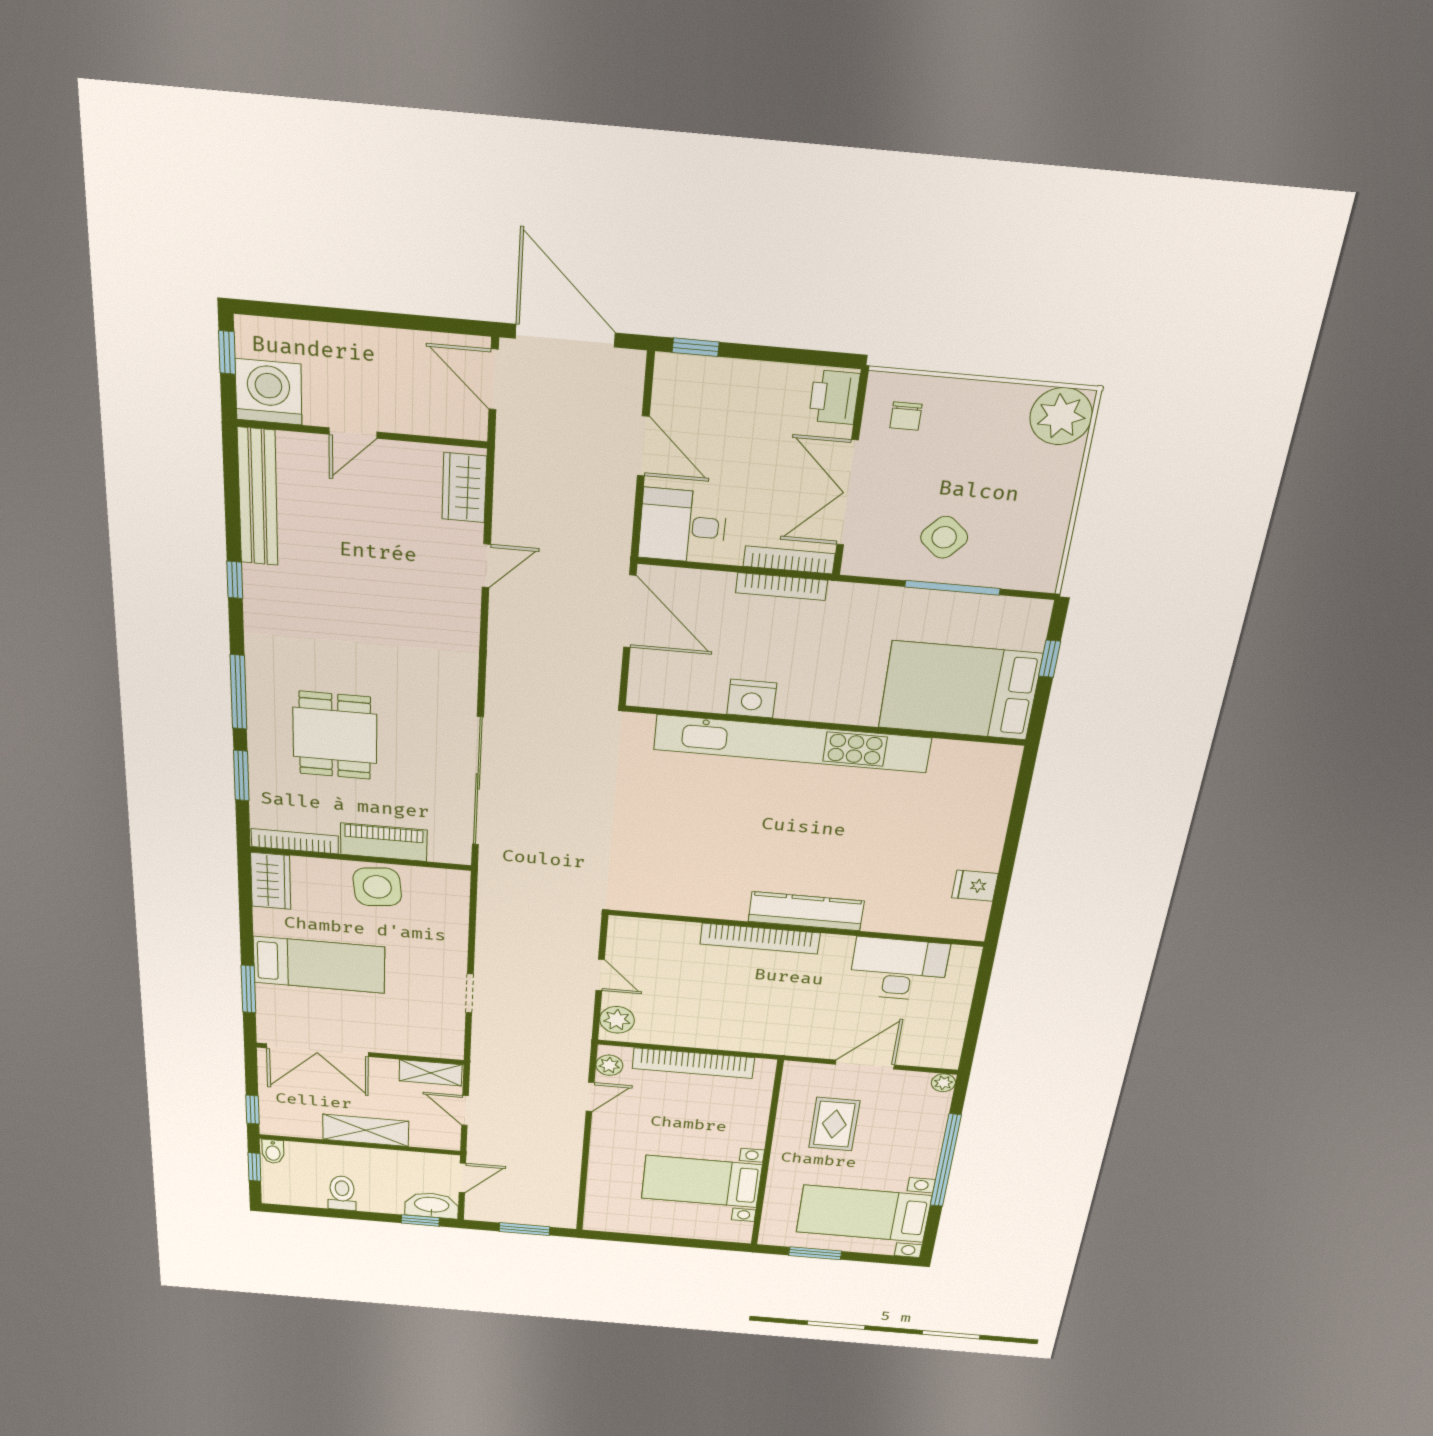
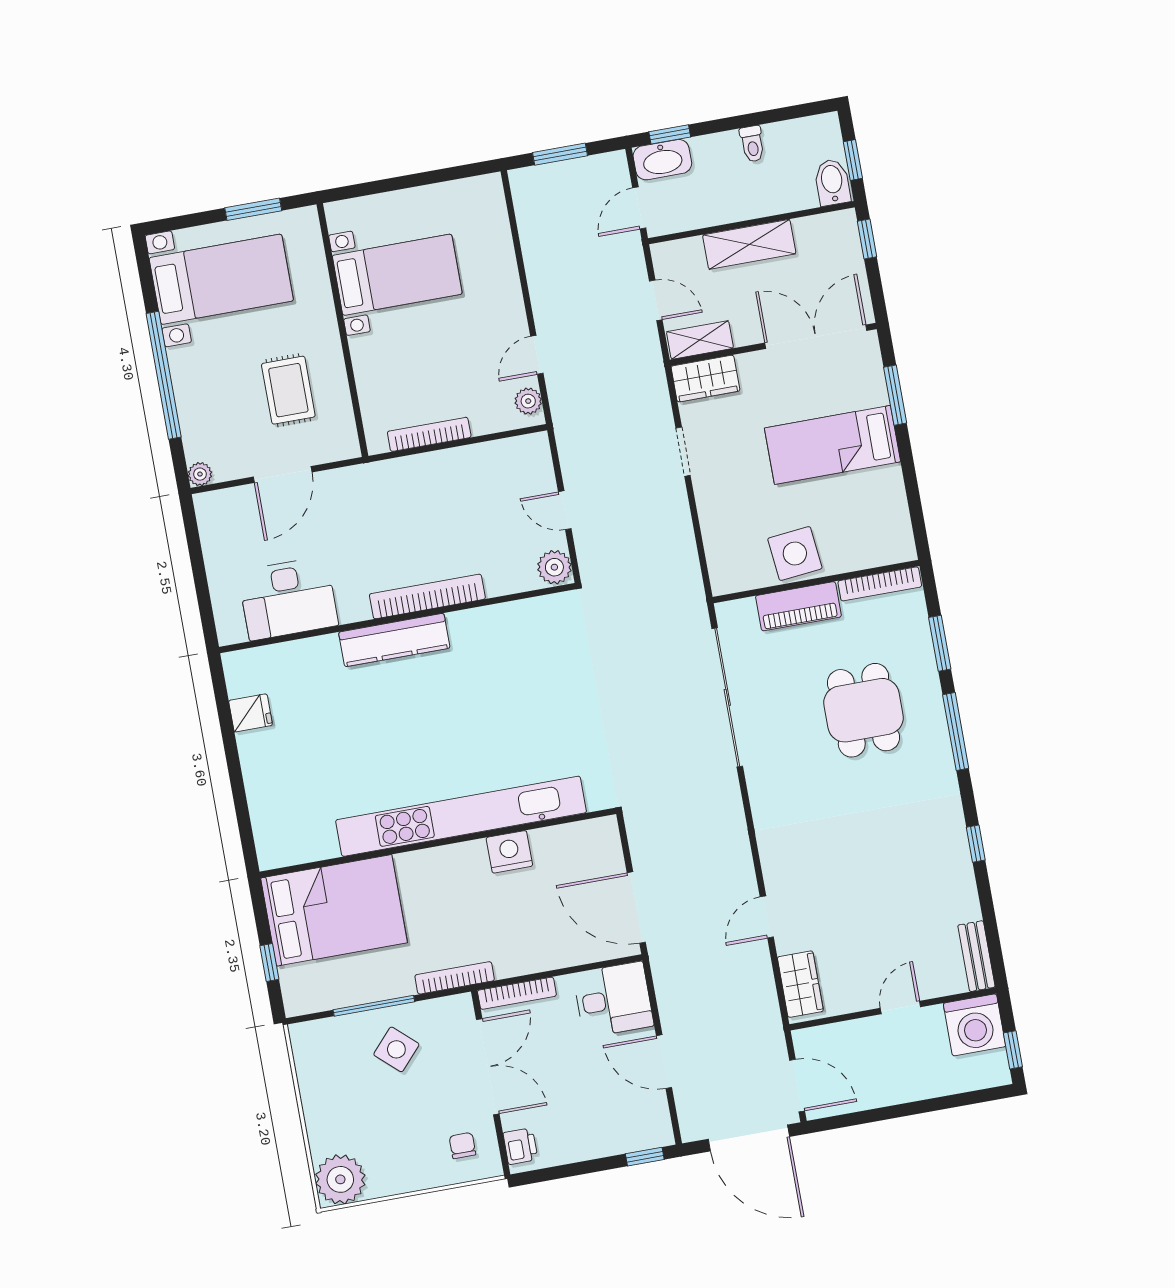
printer: (834, 397) -> (520, 1146), width x0.73, depth x0.81
bench: (258, 497) -> (976, 956), width x0.54, depth x0.82
bookcase: (782, 587) -> (455, 978), moved
wardrobe: (271, 881) -> (705, 379), moved, turned -90
plant: (617, 1020) -> (554, 567), moved
bookcase: (693, 1063) -> (429, 434), width x0.68, depth x0.76
bidet: (273, 1152) -> (832, 182), width x1.38, depth x1.36
toilet: (342, 1193) -> (752, 144), width x0.73, depth x0.72

